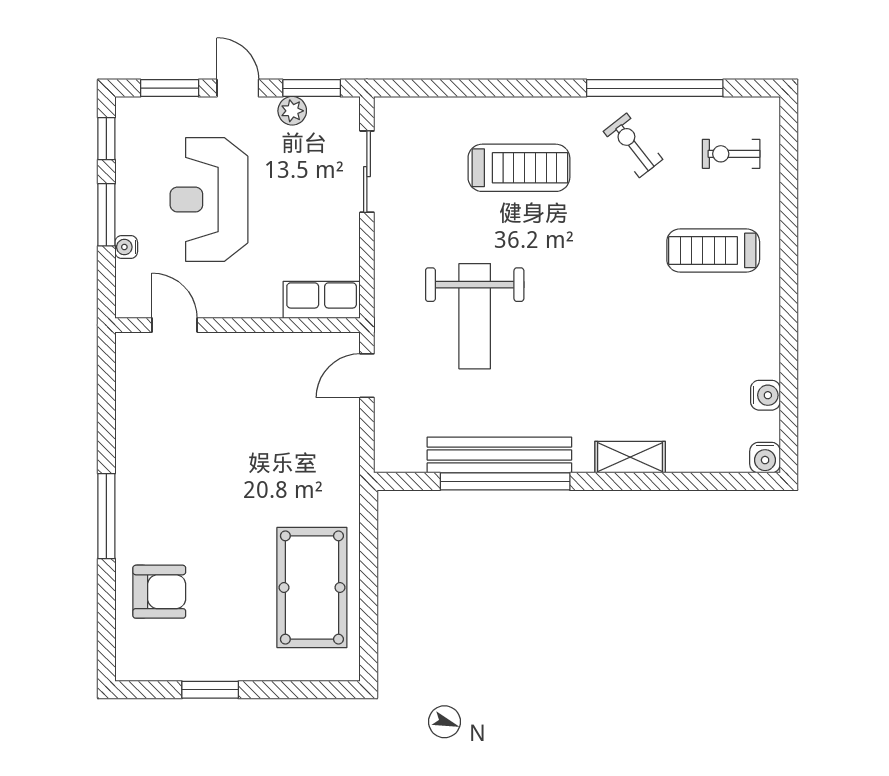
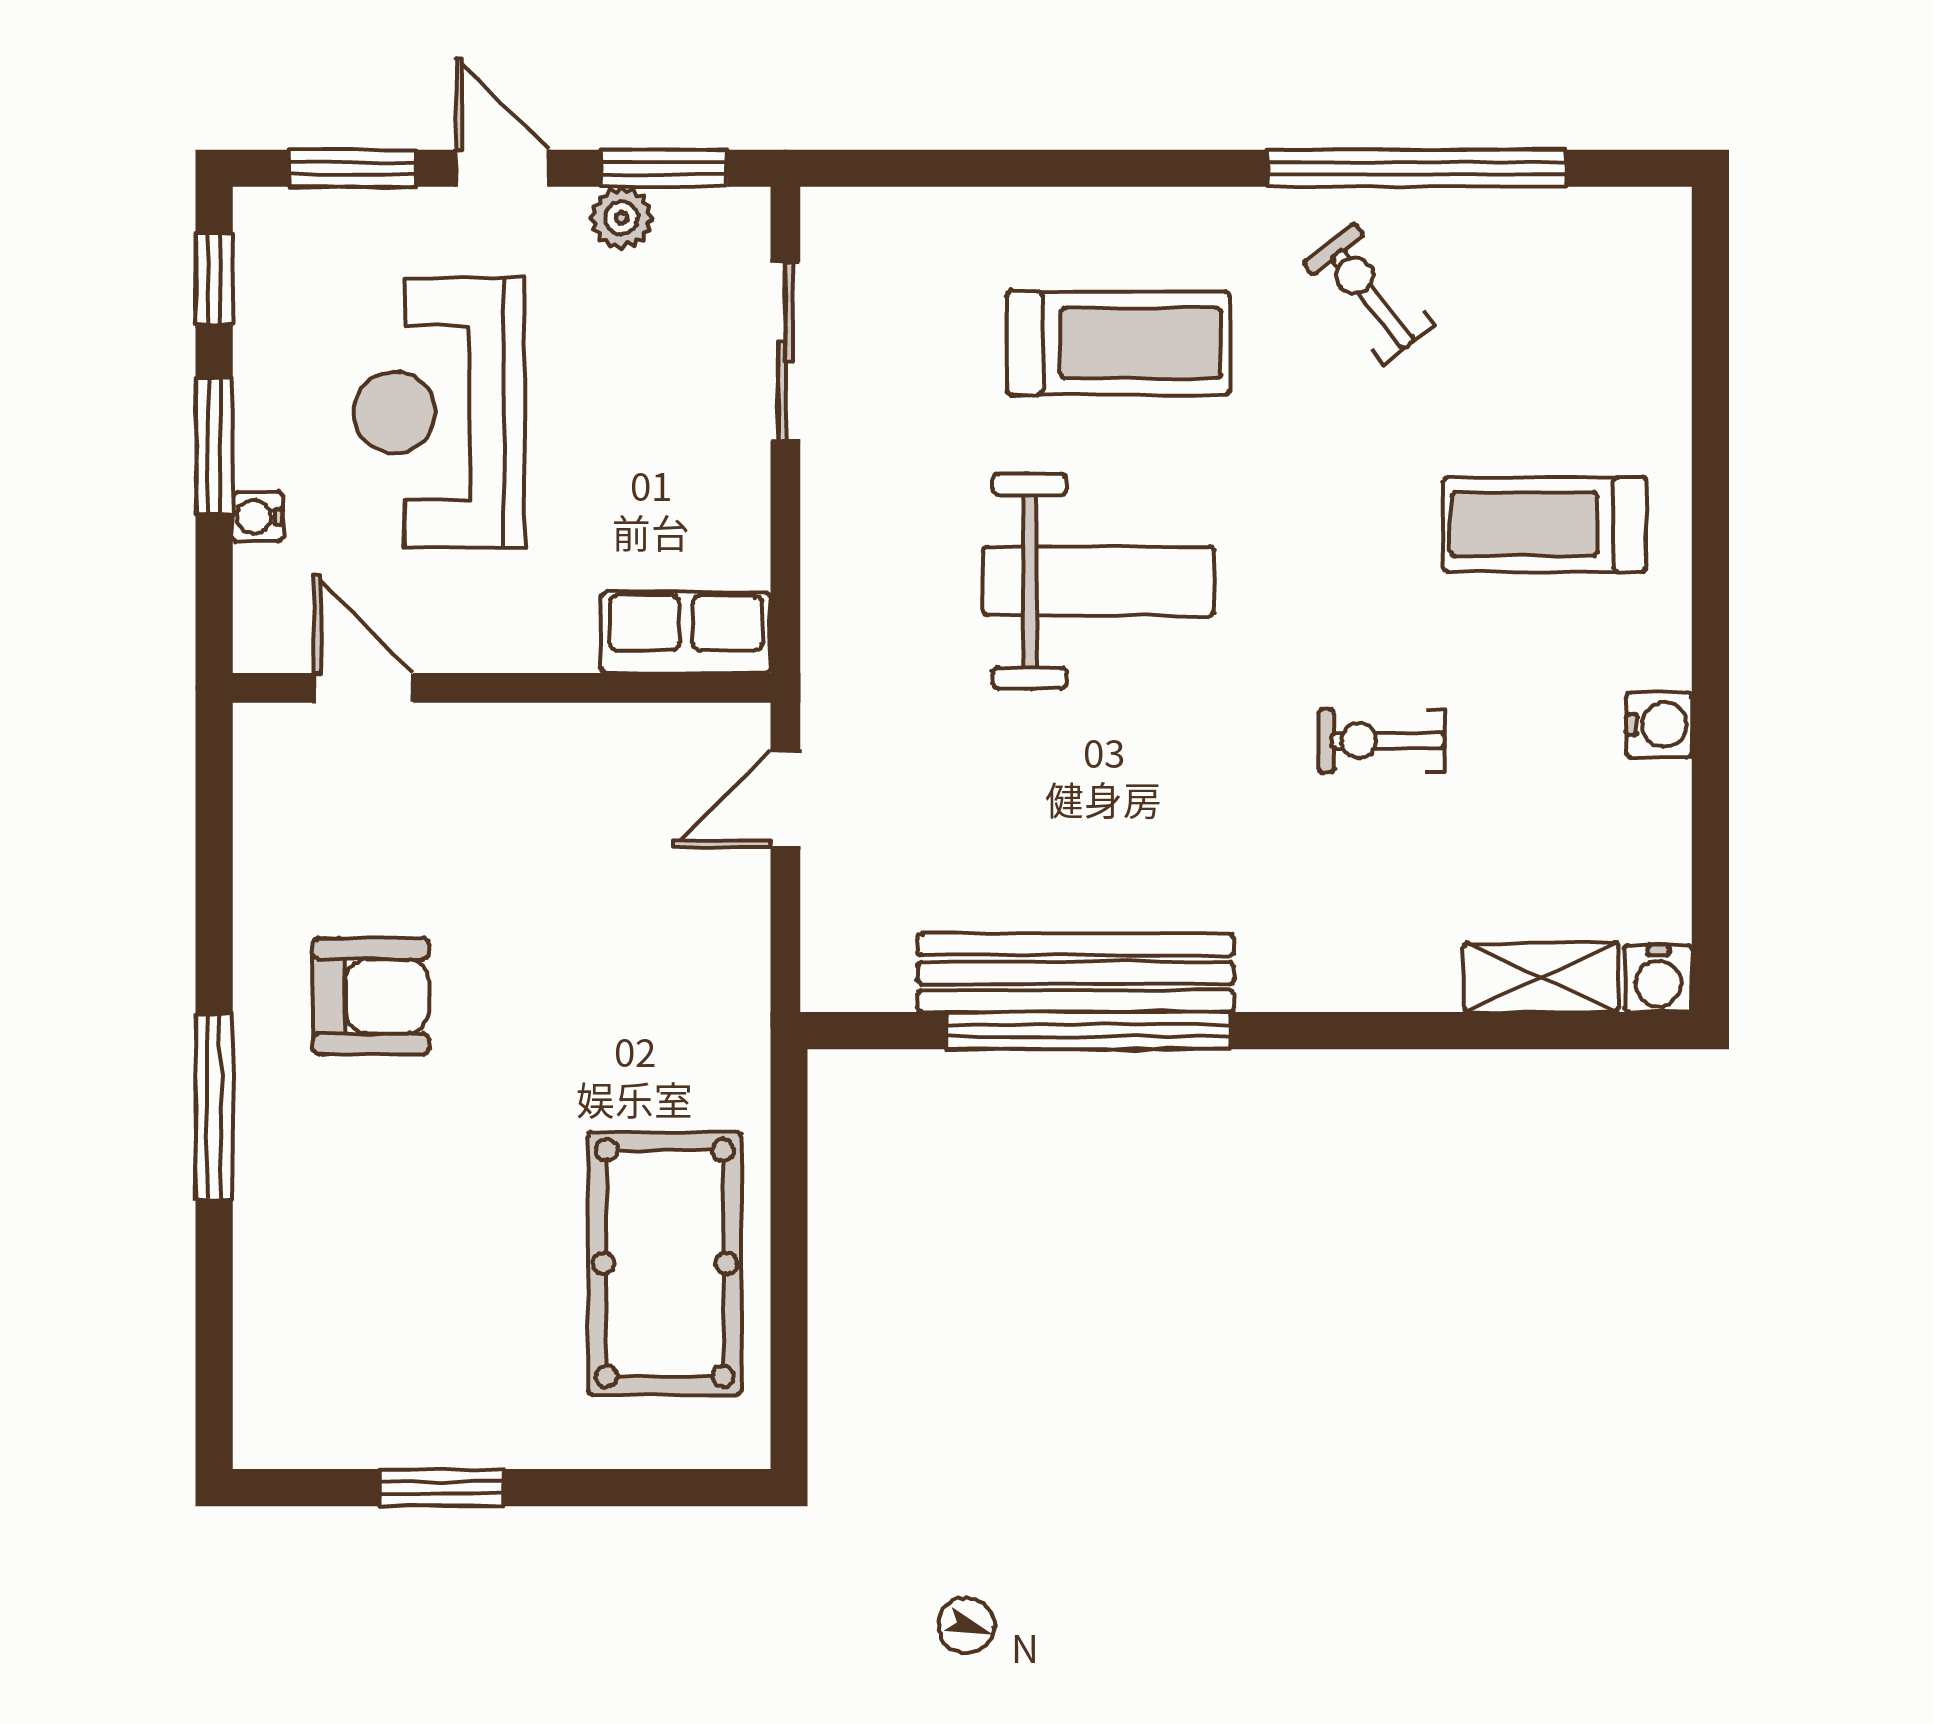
exercise bike: (731, 154) -> (1382, 741), moved
weight bench: (475, 316) -> (1099, 581), moved, turned -90
water cooler: (765, 395) -> (1659, 725), moved
shelving: (630, 457) -> (1541, 977), moved
armchair: (159, 592) -> (371, 996), moved

